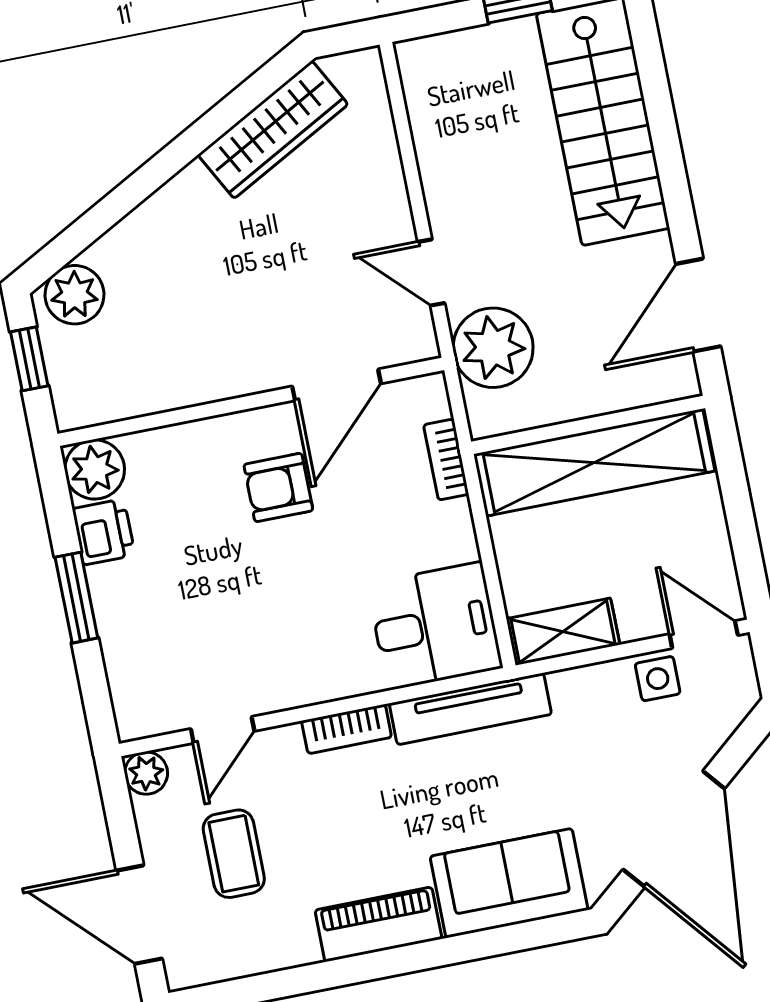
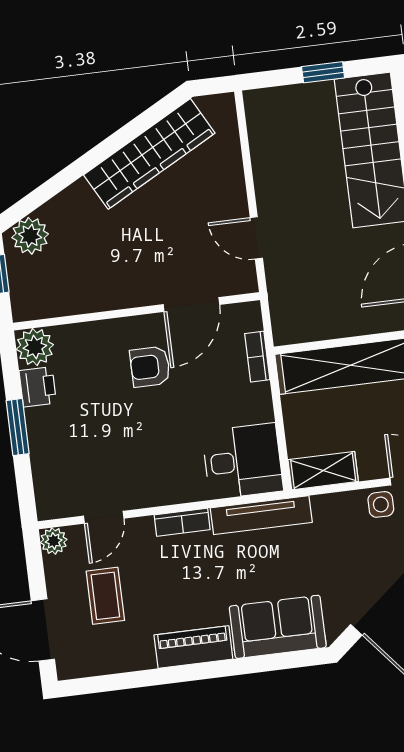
wardrobe: (273, 130) -> (149, 154), width x1.40, depth x1.17
plant: (493, 348) -> (292, 288), removed

